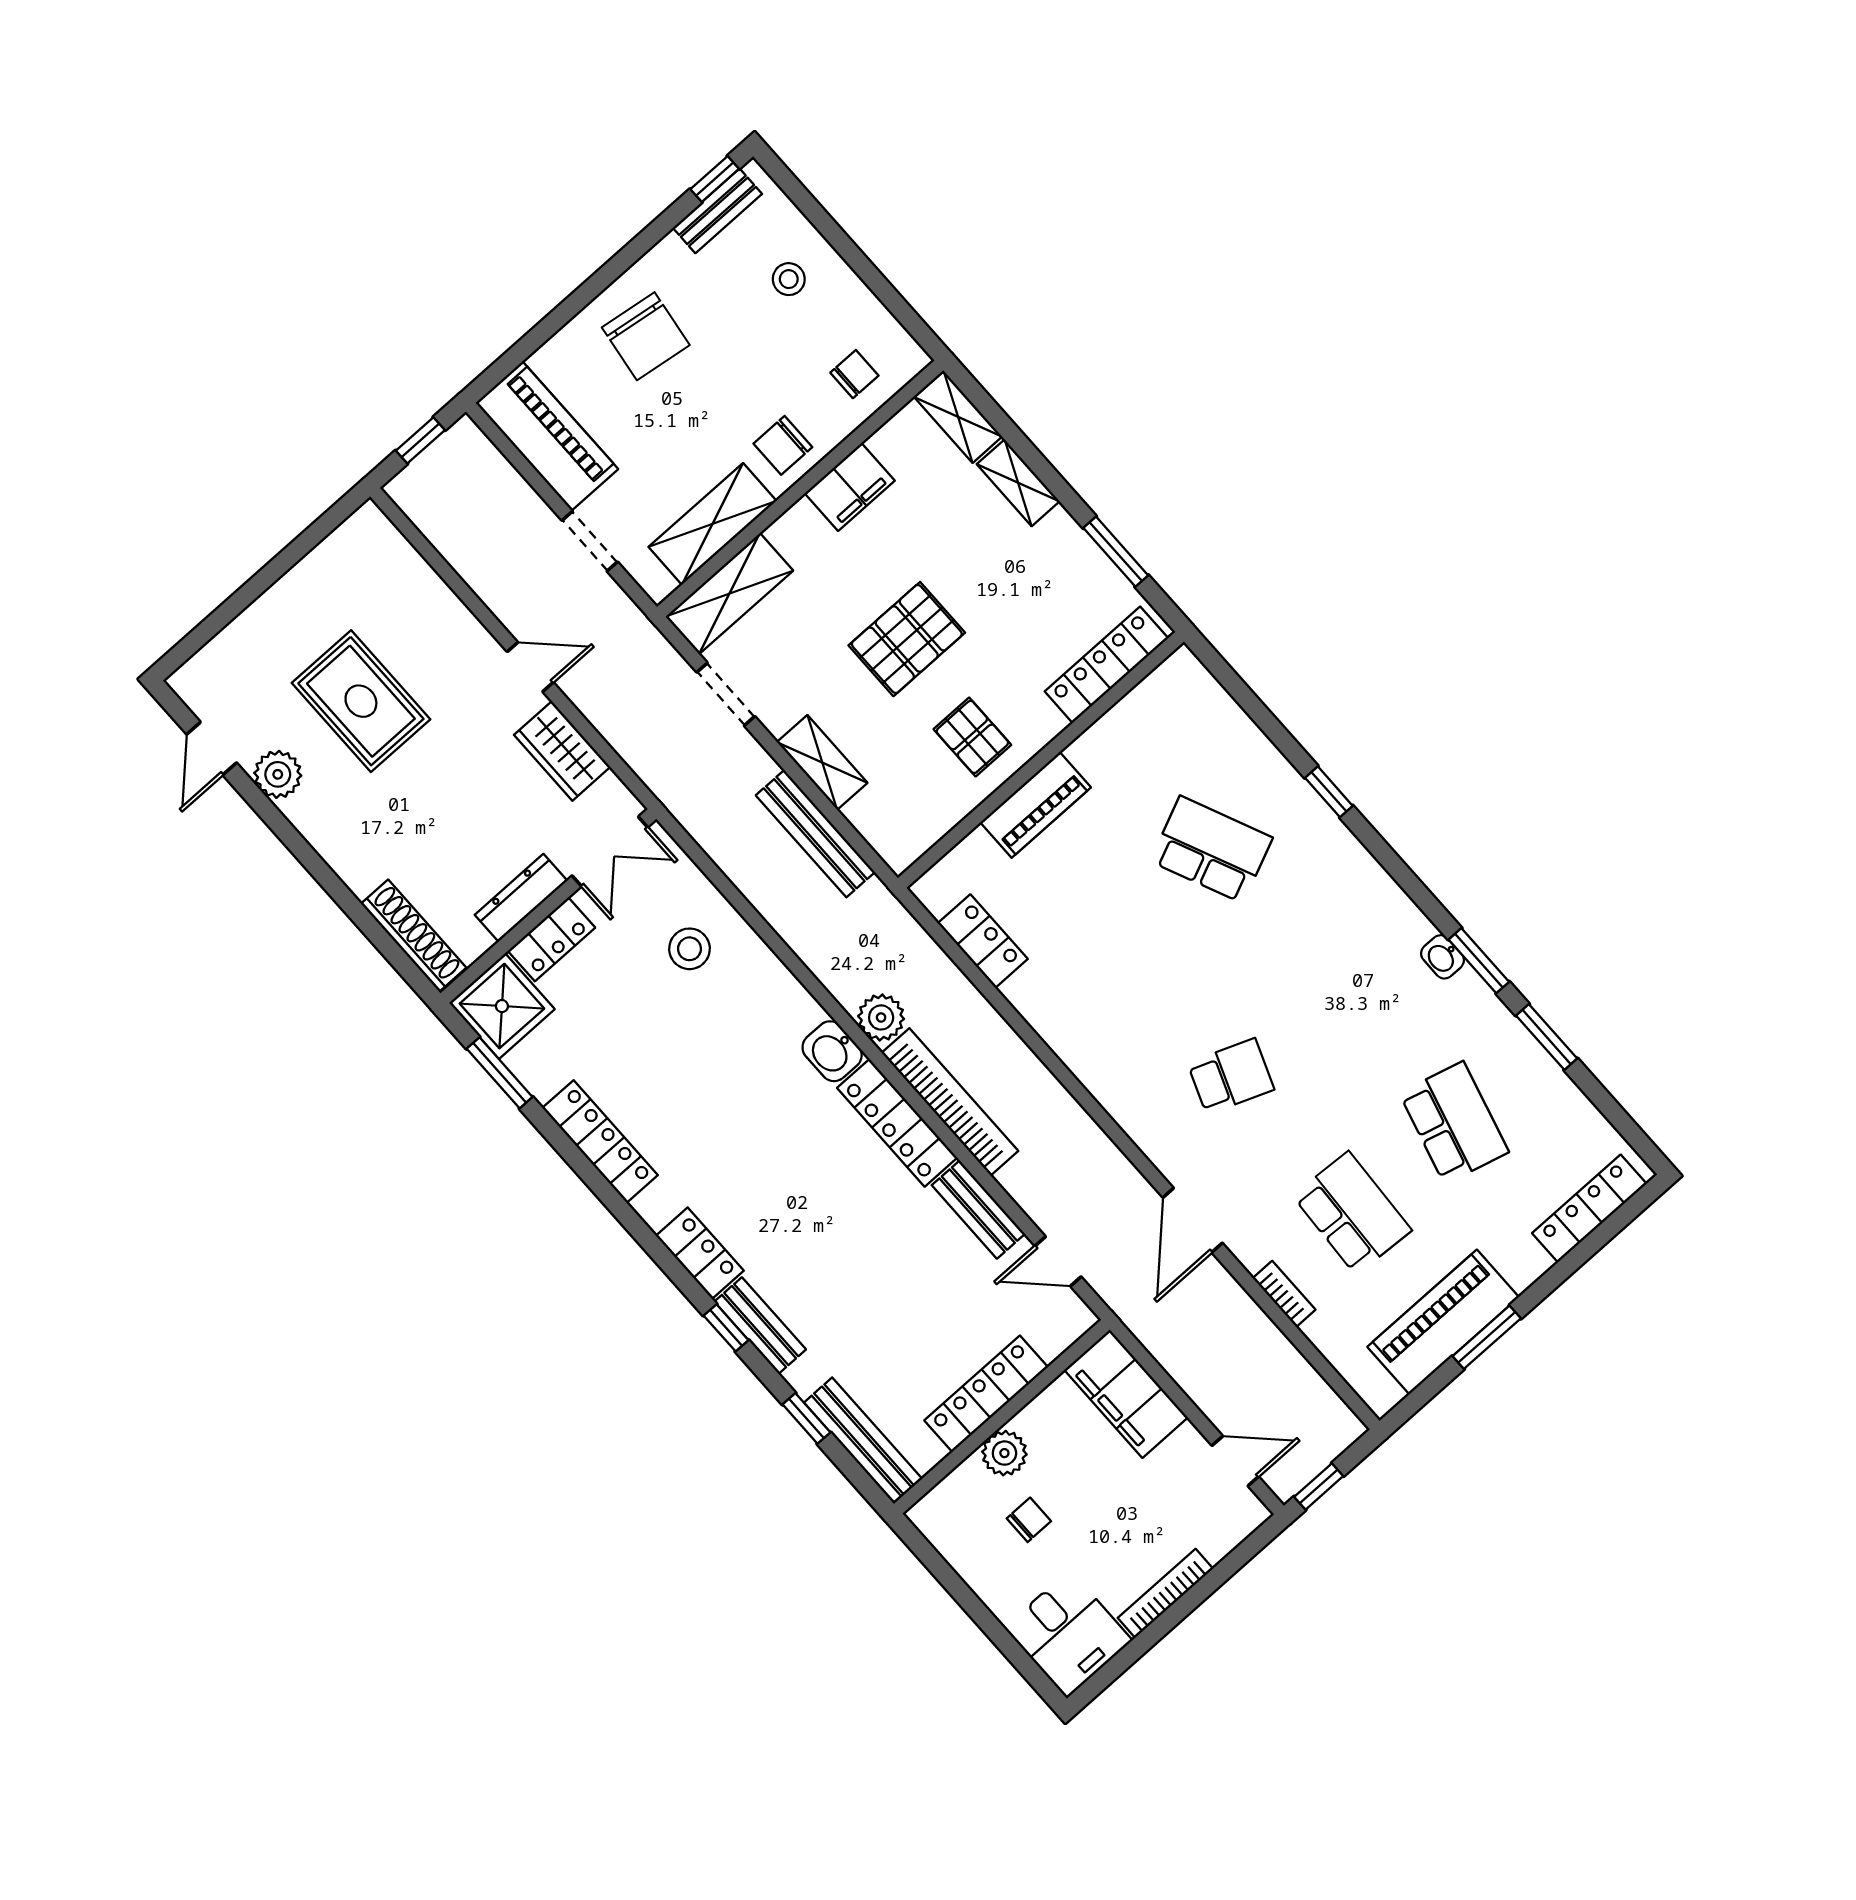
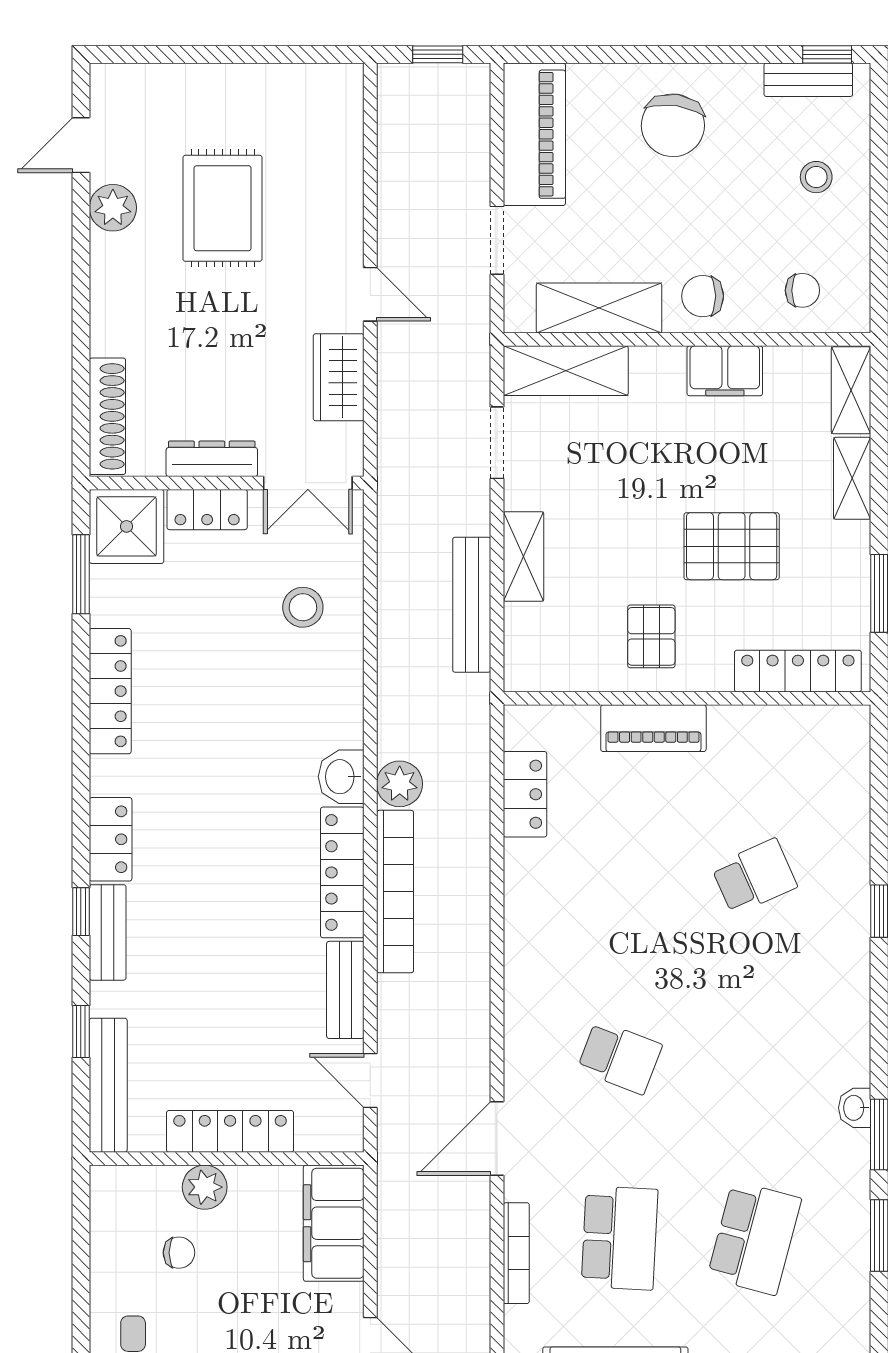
pallet: (907, 639) -> (732, 546), moved
school desk: (1211, 849) -> (754, 877), width x0.54
bookcase: (1284, 1294) -> (516, 1253), width x1.56

